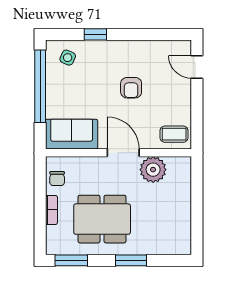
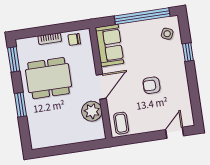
dining table: (102, 219) -> (49, 78), turned 90

